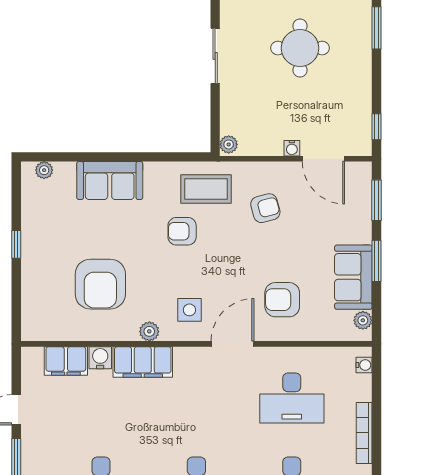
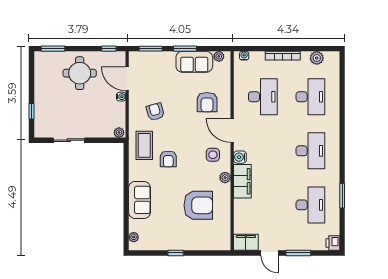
round table: (300, 48) -> (80, 73), moved
door: (323, 159) -> (127, 79), swing flipped
water cooler: (100, 358) -> (240, 157), moved
filing cabinet: (66, 361) -> (246, 242), moved, turned -90

